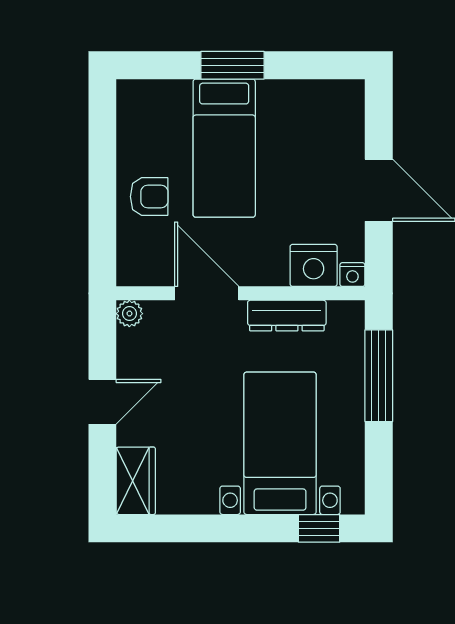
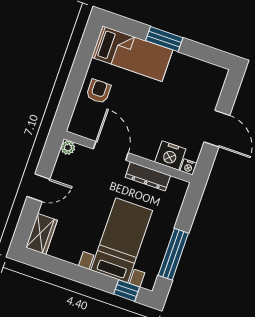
bed: (224, 148) -> (132, 54), moved, turned -90
armchair: (149, 197) -> (99, 91), turned -90
window: (379, 376) -> (173, 254), moved

